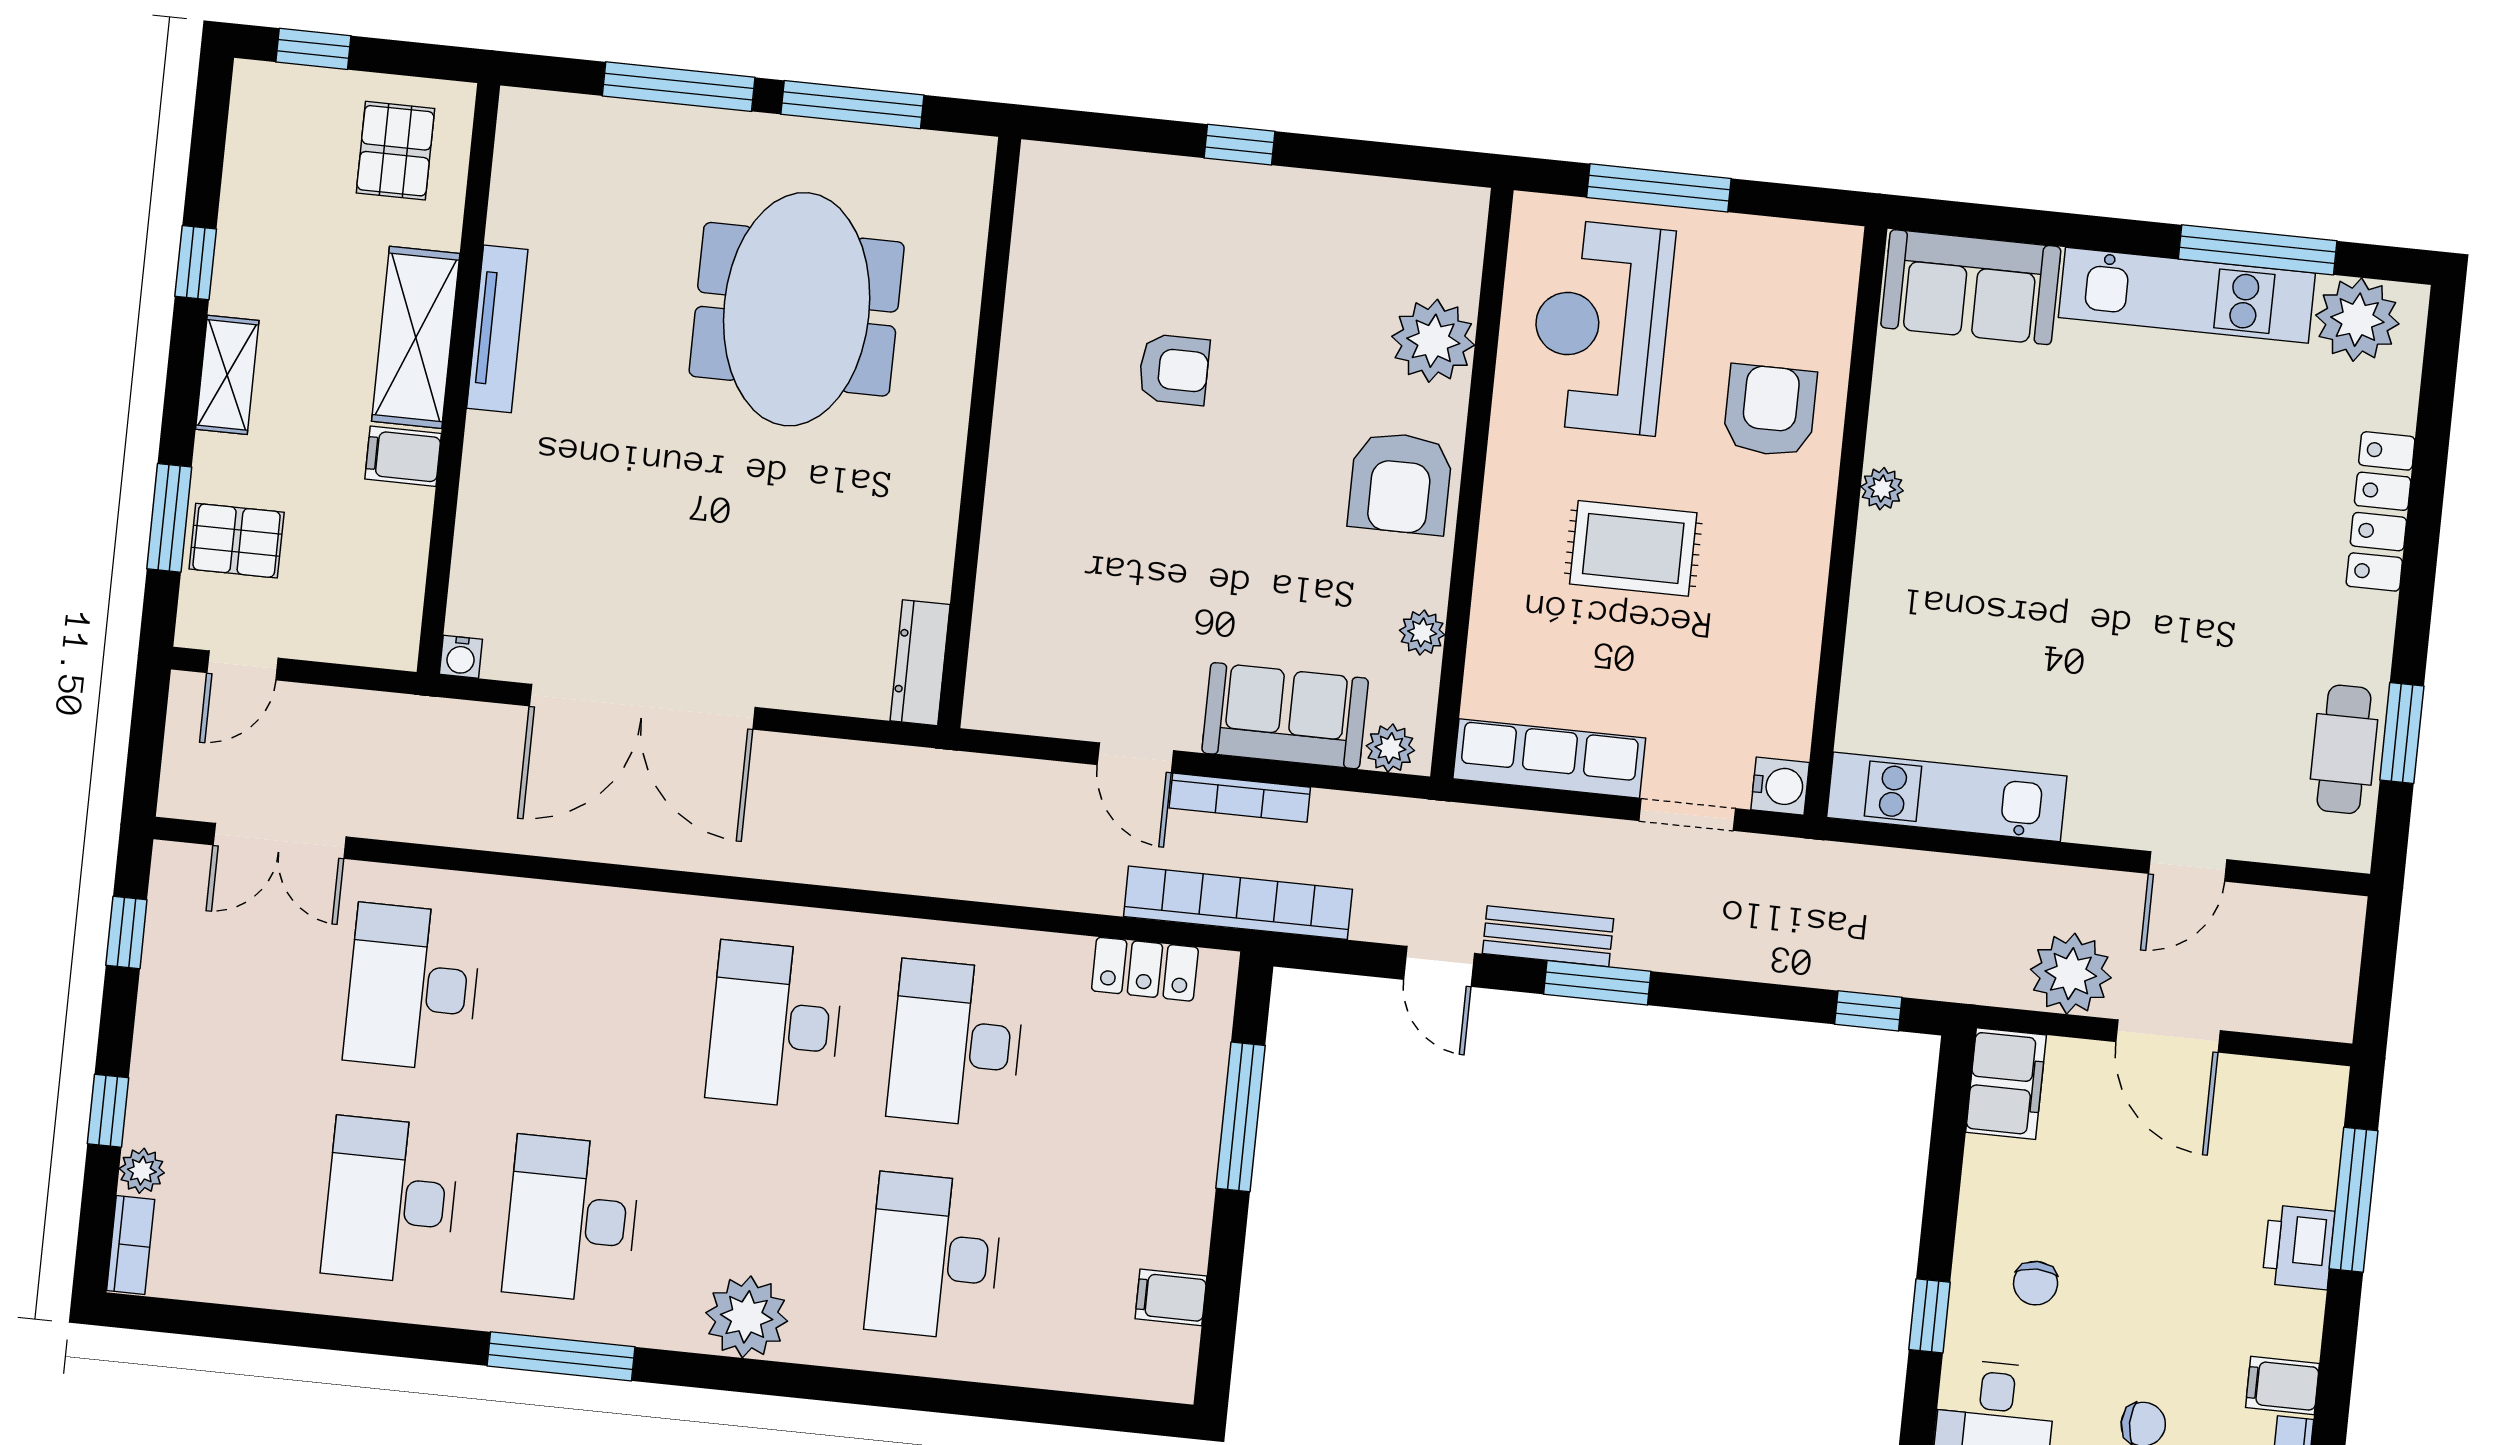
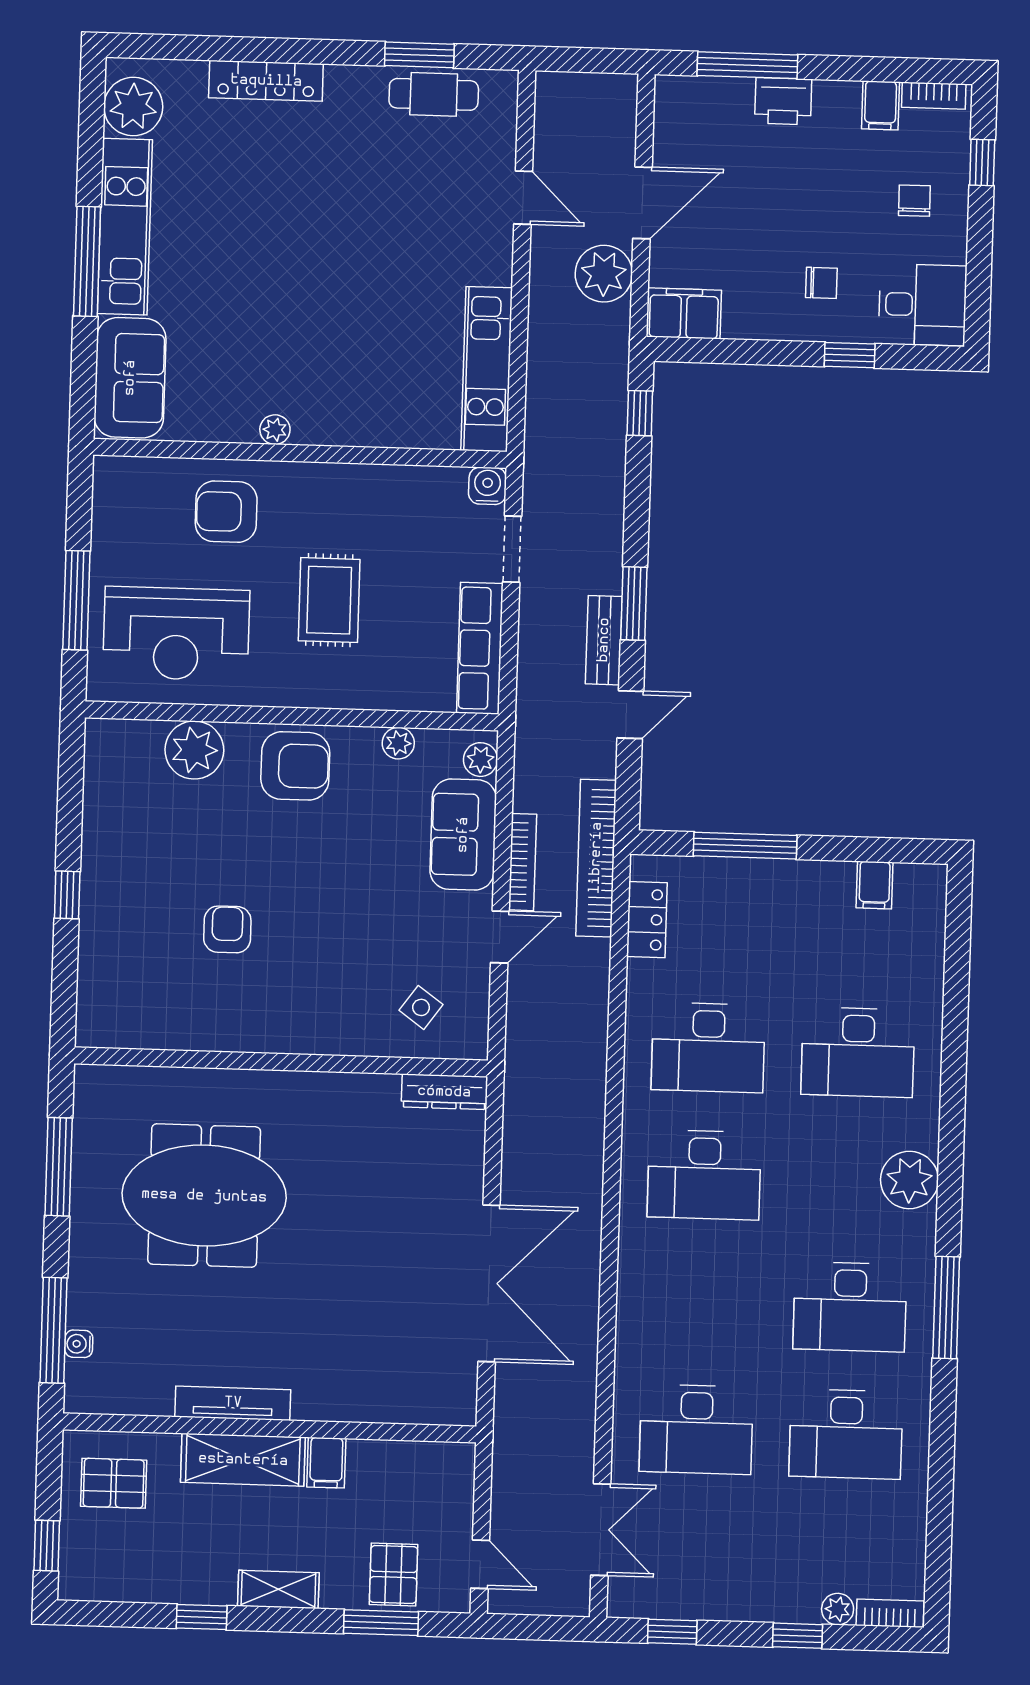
window: (679, 87) -> (54, 1330), moved
window: (2258, 250) -> (87, 261), moved
side table: (1043, 638) -> (421, 1007), added
water cooler: (461, 657) -> (79, 1344), moved, turned 180

